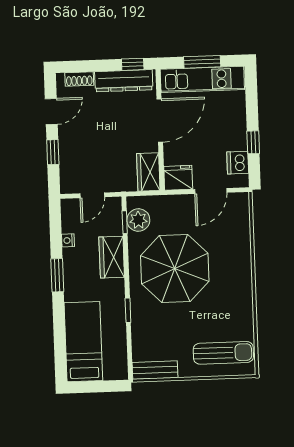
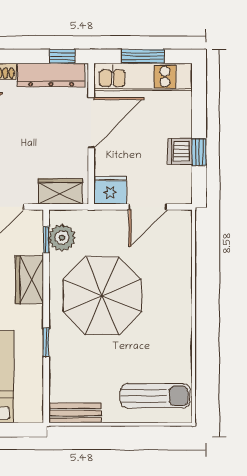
dishwasher: (238, 163) -> (180, 151), moved
wardrobe: (148, 172) -> (60, 191), moved, turned 90

